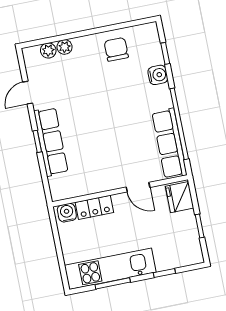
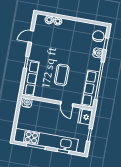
chair: (116, 49) -> (98, 36), moved
coffee table: (109, 139) -> (62, 75), added
row of seats: (51, 142) -> (30, 78), moved
locker: (94, 207) -> (42, 105), removed
kitchen unit: (110, 269) -> (46, 140), width x1.36

